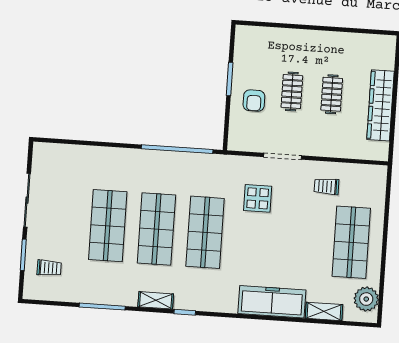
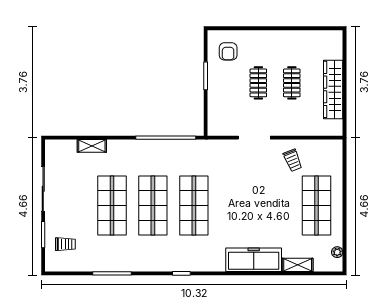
armchair: (254, 101) -> (228, 51), moved
trolley: (326, 186) -> (293, 160), turned -112
display table: (258, 198) -> (236, 174), removed
plant: (366, 299) -> (337, 252), width x0.53, depth x0.53
shelving: (156, 300) -> (92, 146), moved

